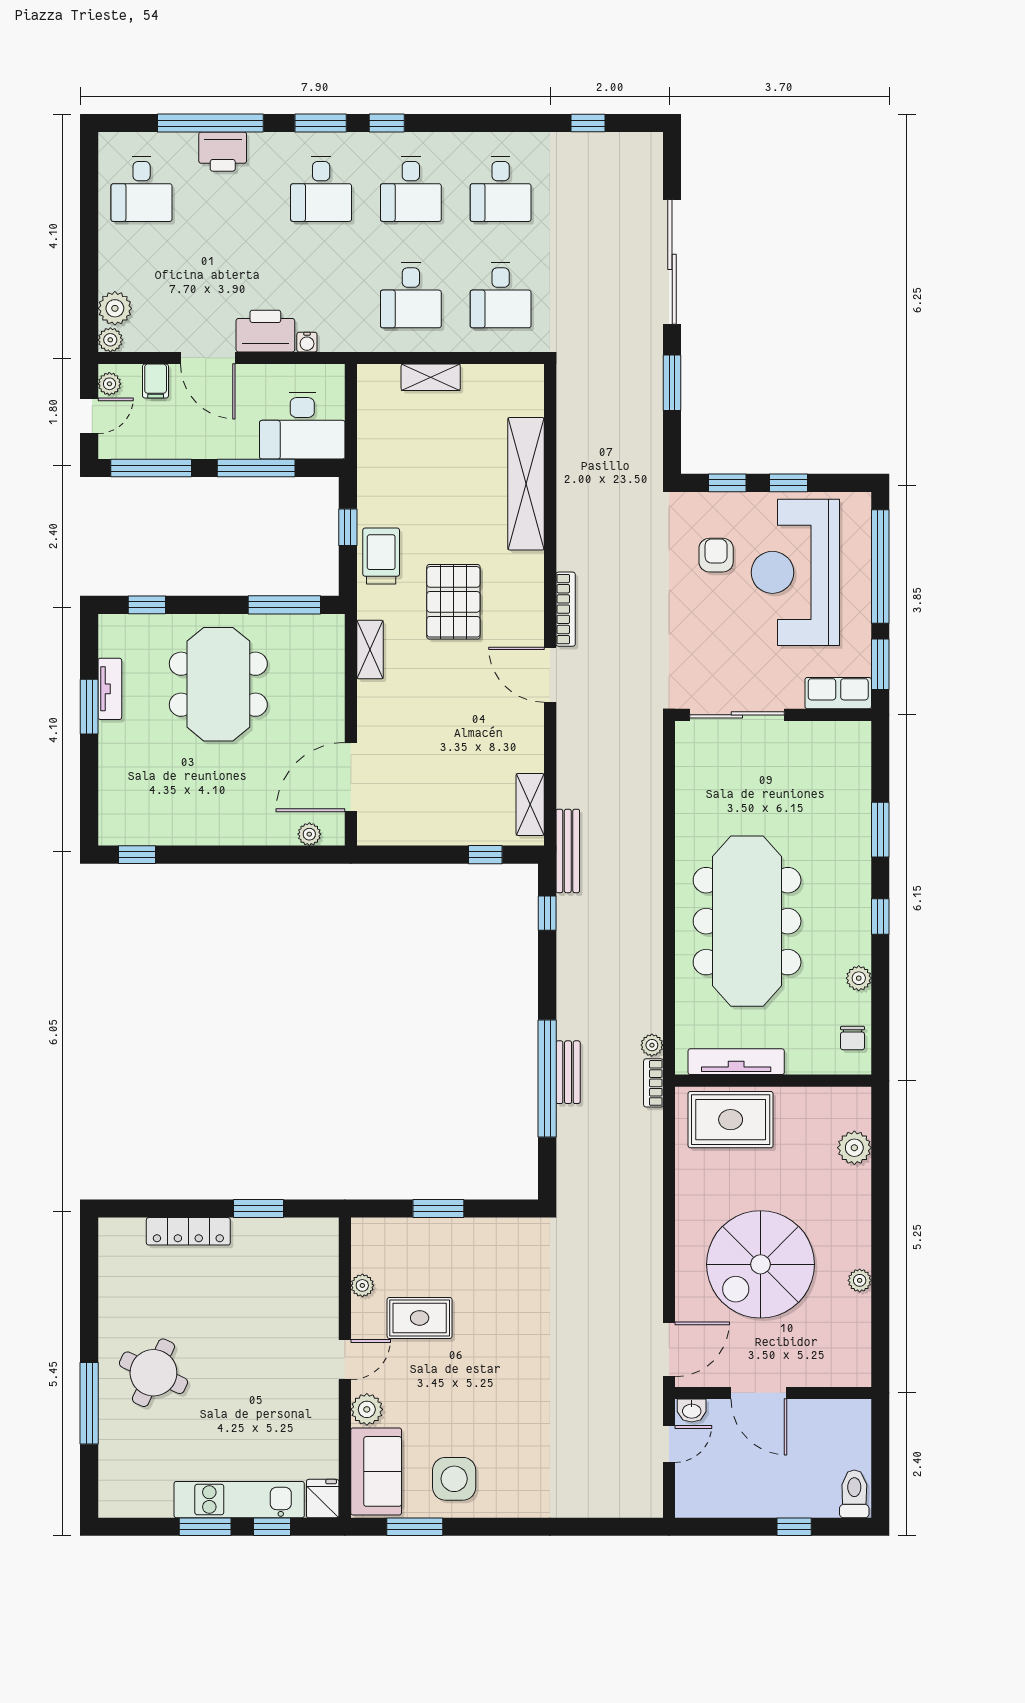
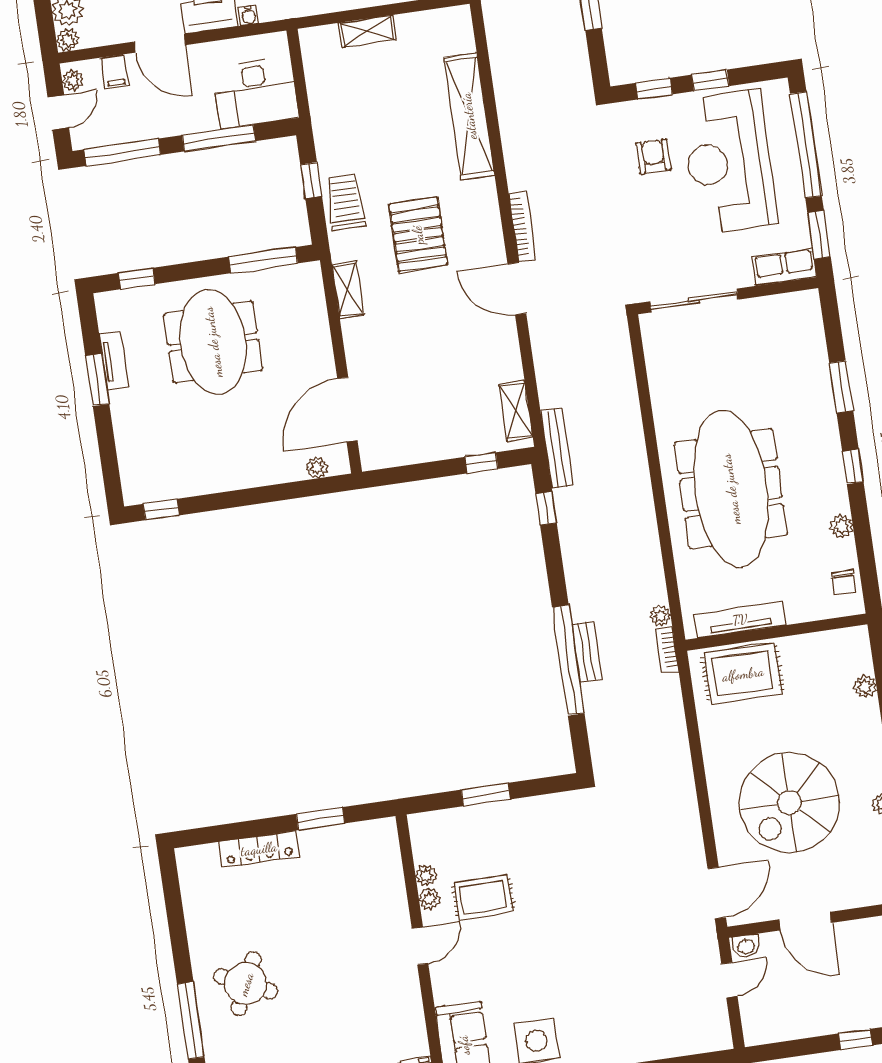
plant: (854, 1148) -> (865, 686), width x0.73, depth x0.73
plant: (367, 1409) -> (430, 899), moved, width x0.73, depth x0.73

